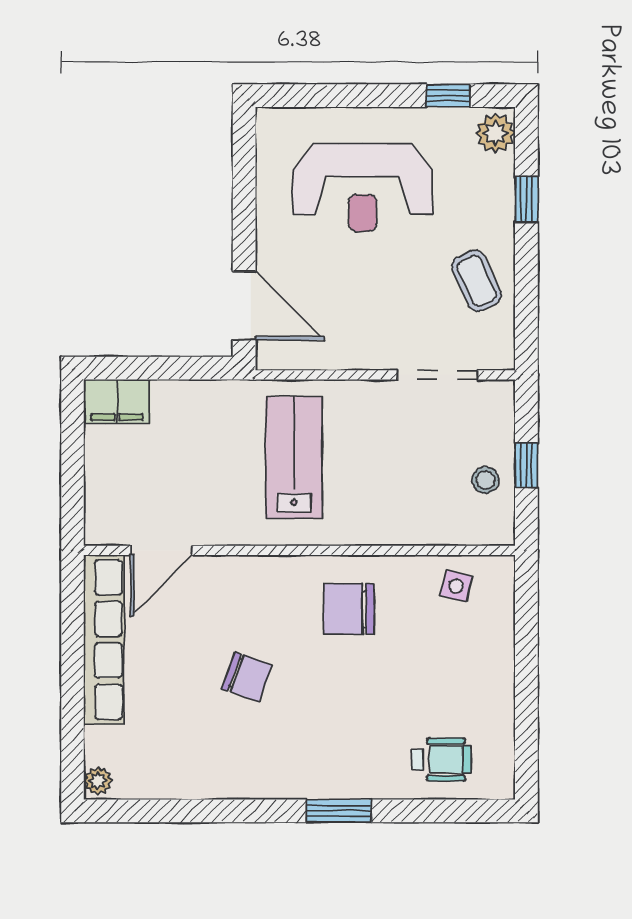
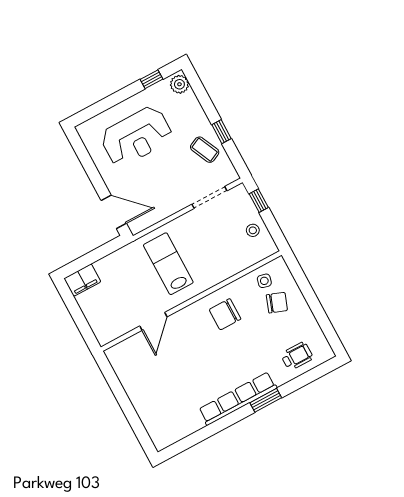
window: (526, 199) -> (222, 132), moved
window: (526, 465) -> (259, 201), moved
door: (162, 550) -> (153, 321), moved
row of seats: (104, 640) -> (238, 399), moved, turned -90
chair: (247, 677) -> (277, 303), moved
plant: (98, 781) -> (159, 442), removed

